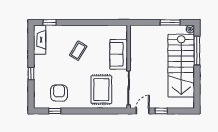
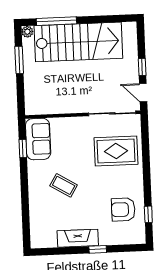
window: (50, 22) -> (23, 149), moved
fireplace: (40, 40) -> (78, 238), moved
sofa: (119, 54) -> (38, 139), moved, turned -90

